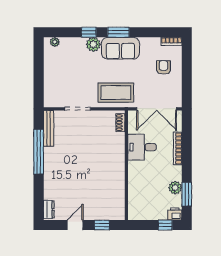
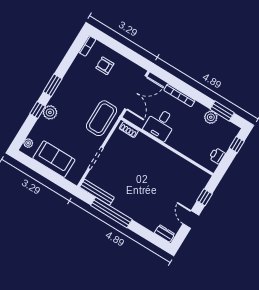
sofa: (120, 48) -> (54, 159), moved, turned -90
printer: (175, 214) -> (217, 156), moved

